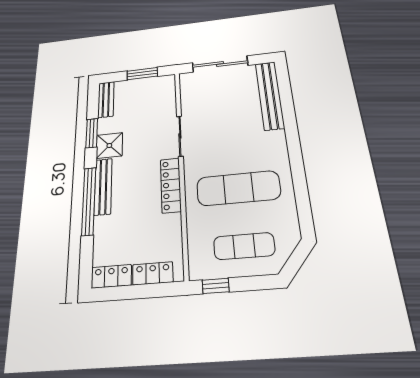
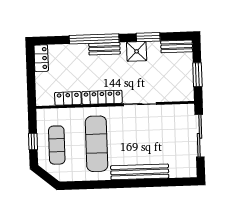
bench: (270, 95) -> (140, 172), moved
bench: (103, 186) -> (104, 49), width x0.73
locker: (153, 273) -> (68, 98), moved, turned -90
window: (216, 286) -> (33, 142), moved

